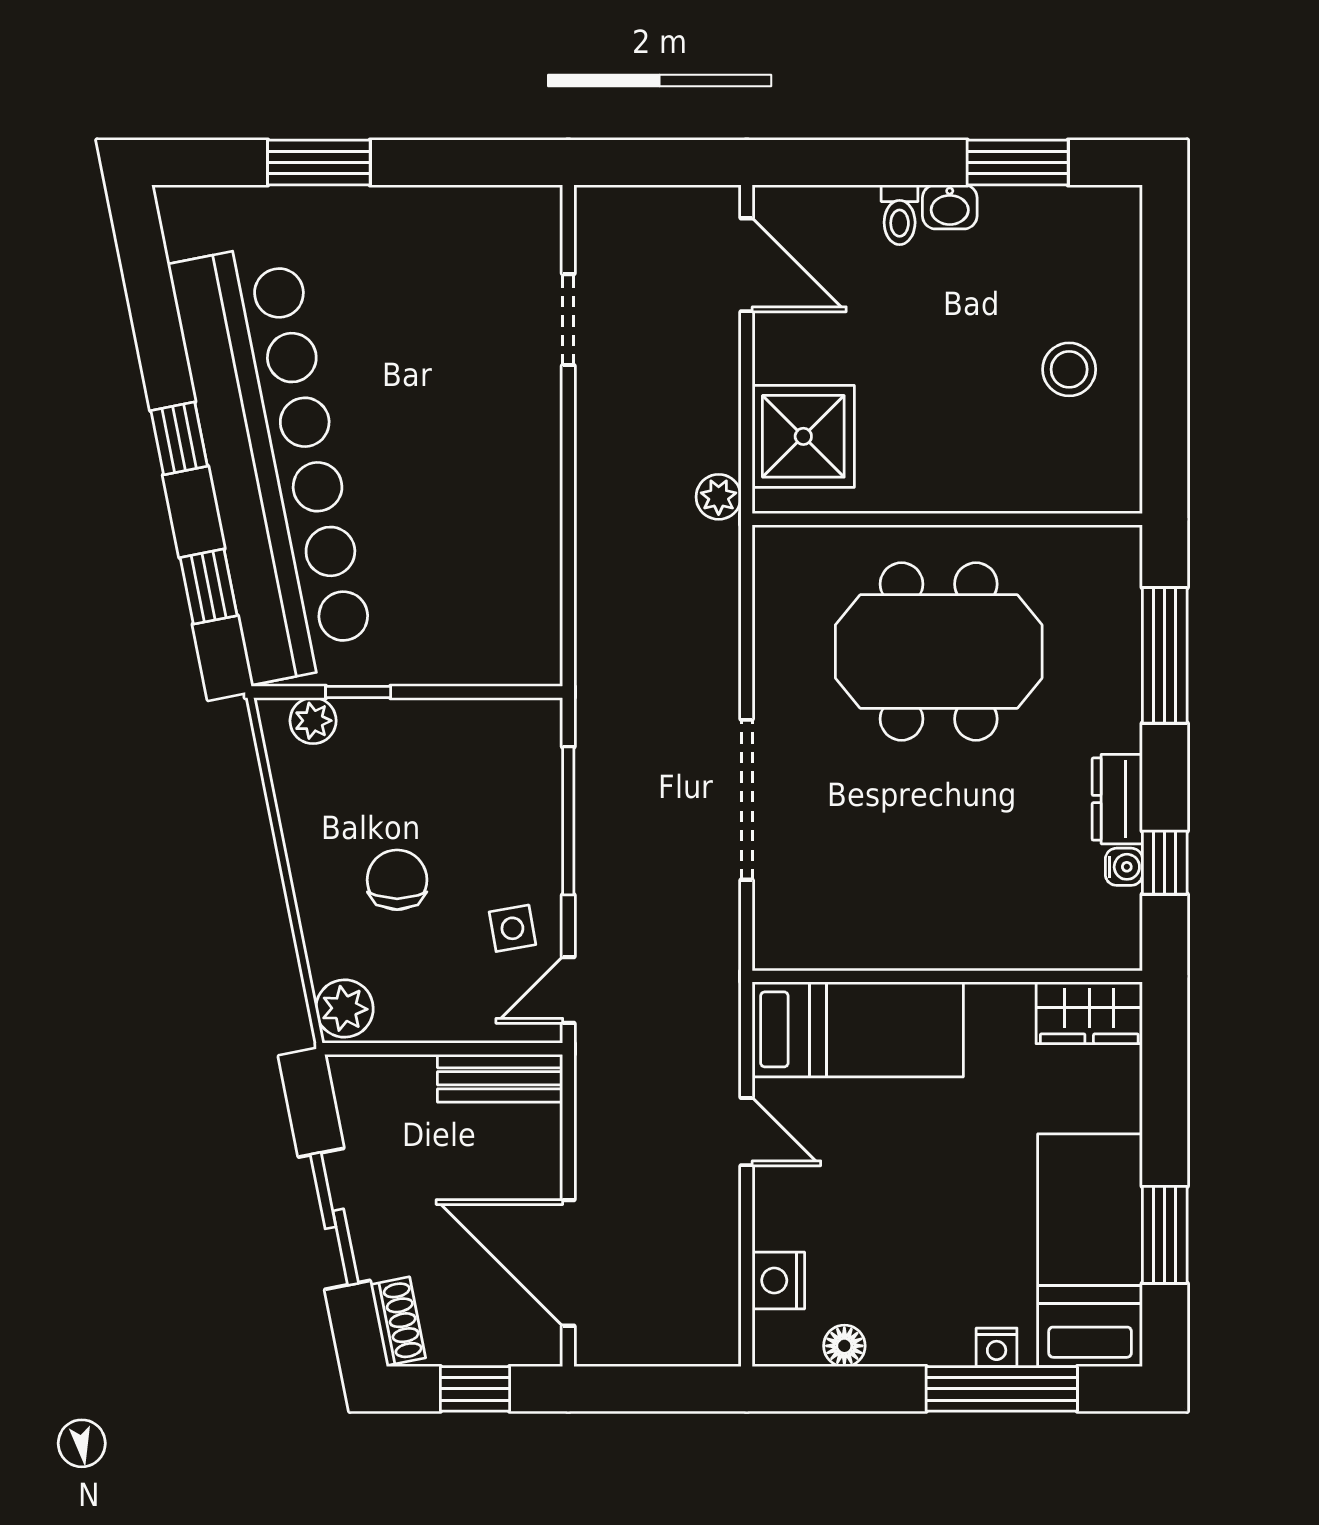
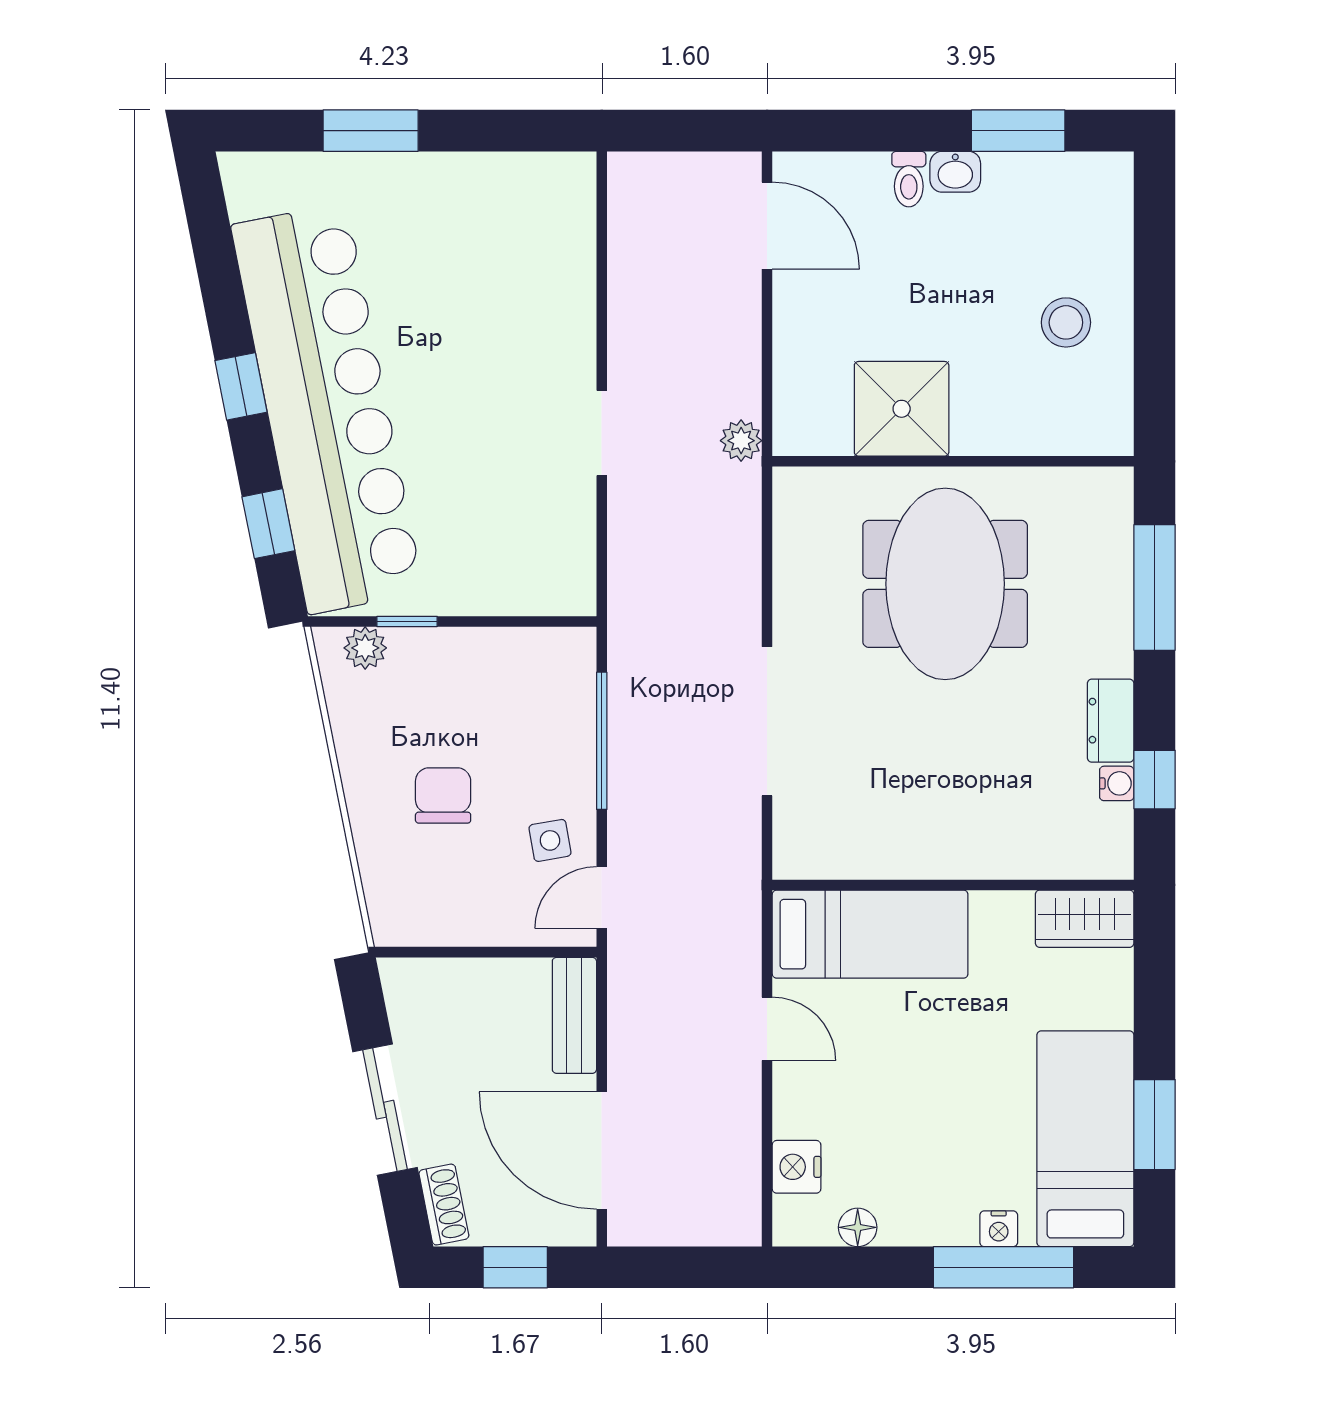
doorway: (568, 320) -> (602, 433), moved
shower: (803, 436) -> (902, 409), moved
meeting table: (939, 651) -> (945, 584), turned 90
plant: (345, 1009) -> (394, 915), removed
bench: (500, 1078) -> (574, 1015), moved, turned 90

